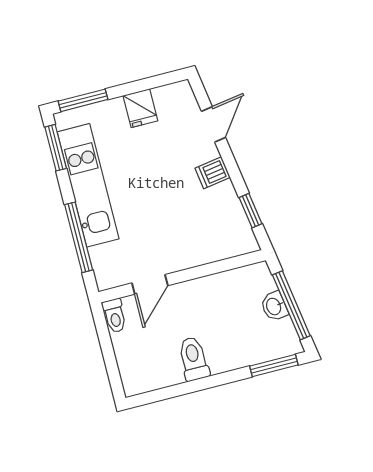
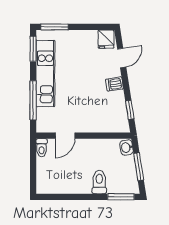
fridge: (140, 108) -> (106, 39), moved
window: (291, 305) -> (139, 167), width x0.69
washbasin: (274, 306) -> (127, 147), moved
toilet: (194, 359) -> (99, 182), moved

